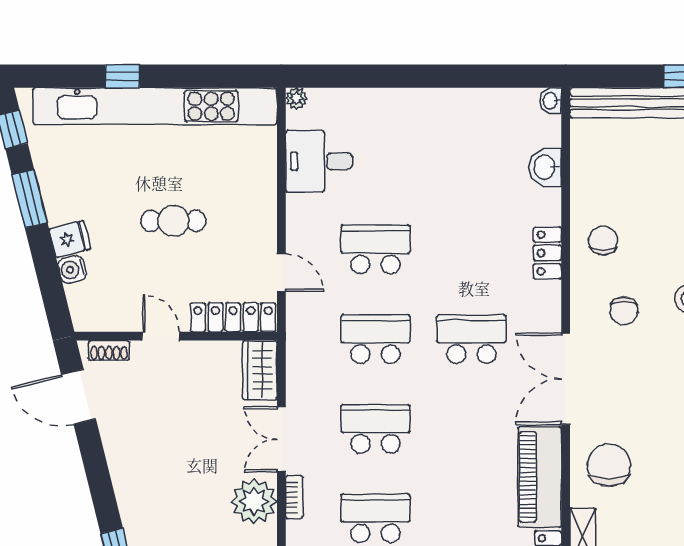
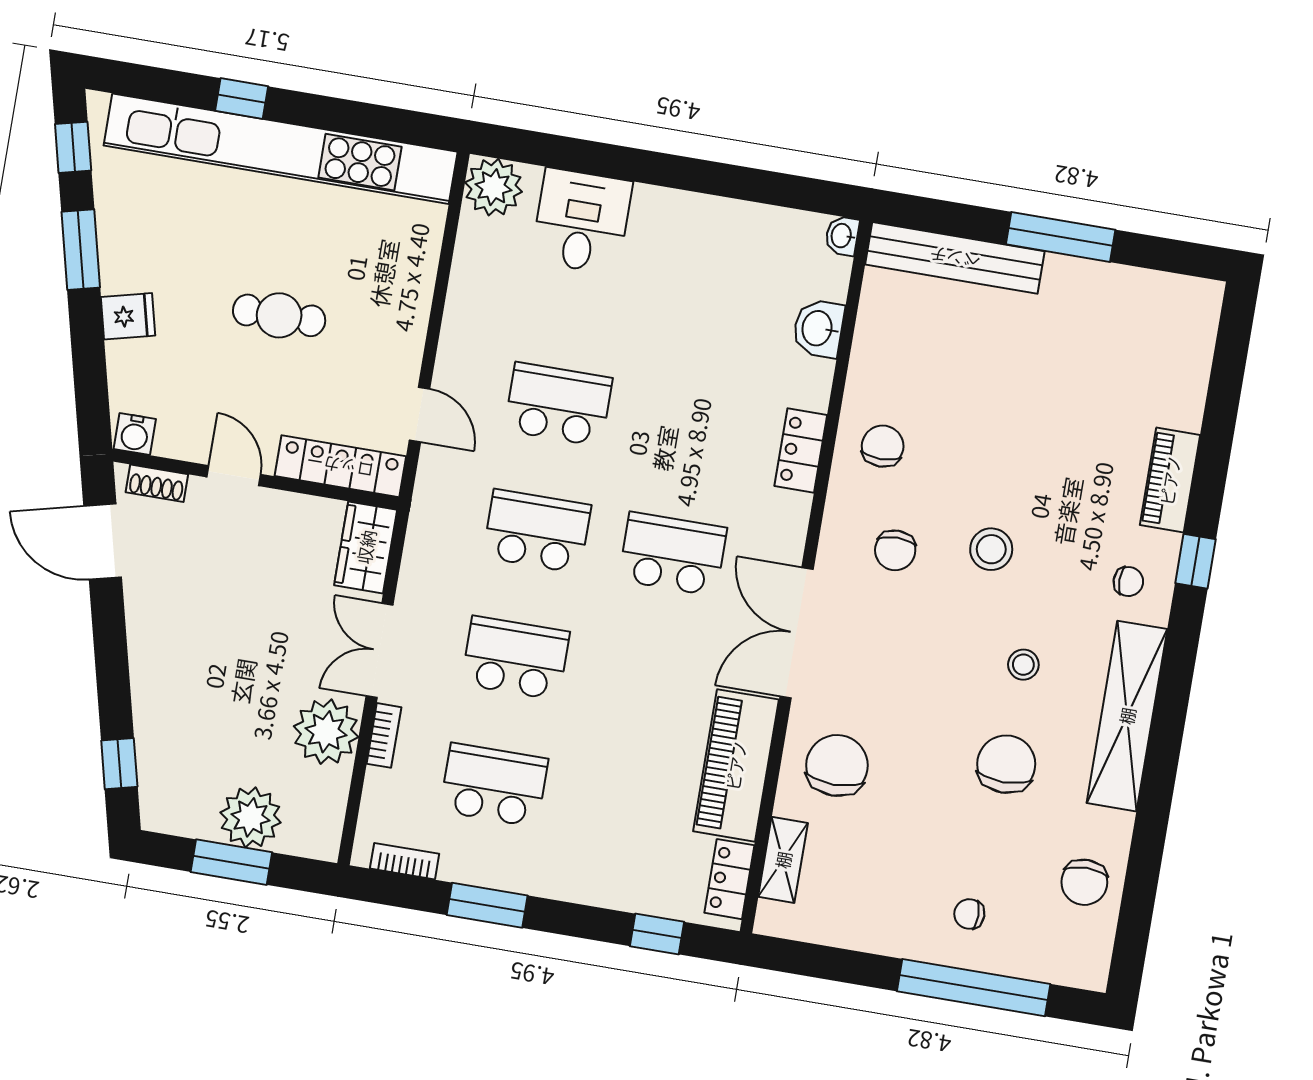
plant: (296, 98) -> (494, 187), width x1.88, depth x1.88
desk: (319, 161) -> (582, 221), moved, turned 90
water cooler: (72, 269) -> (135, 434), moved, turned -76

